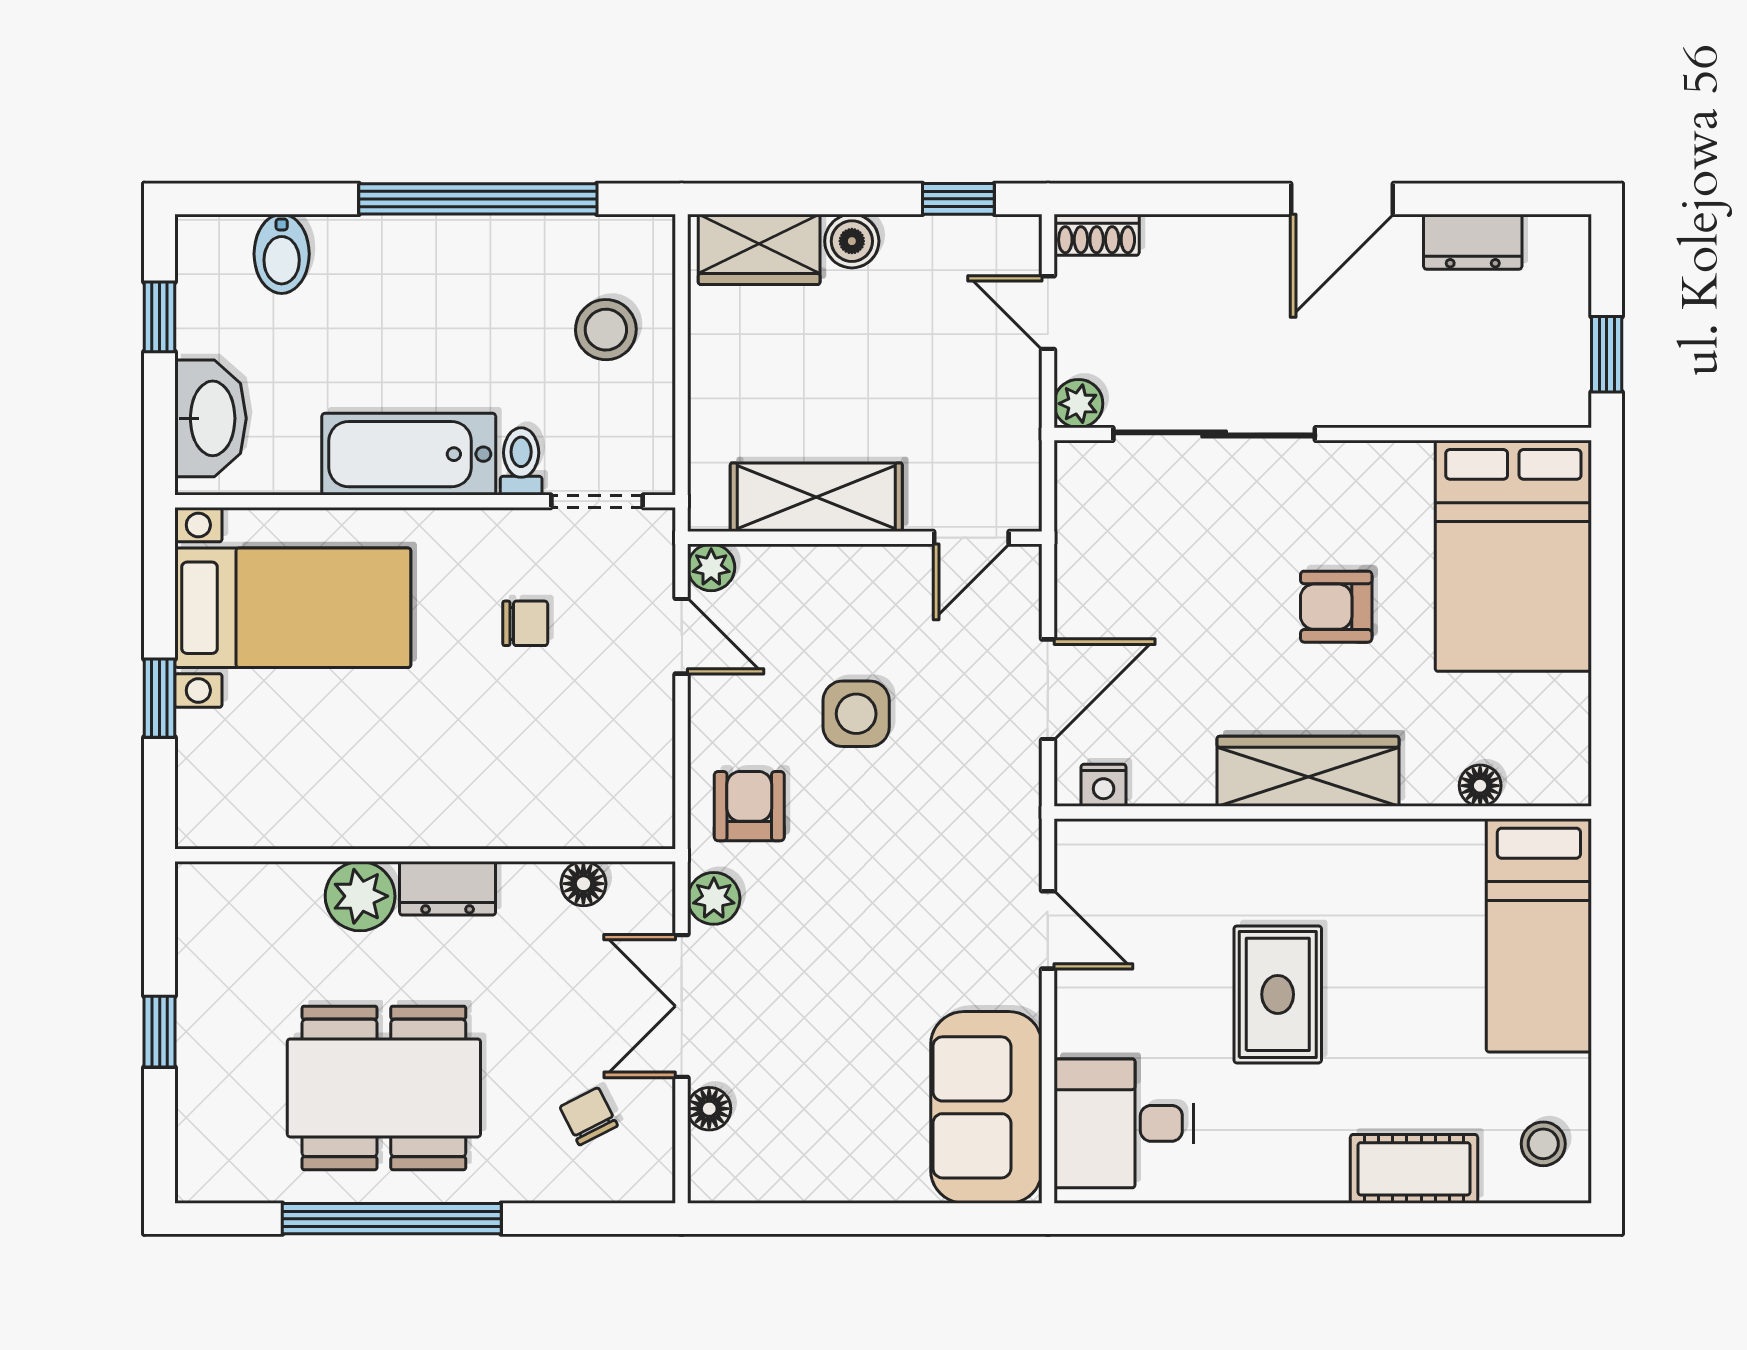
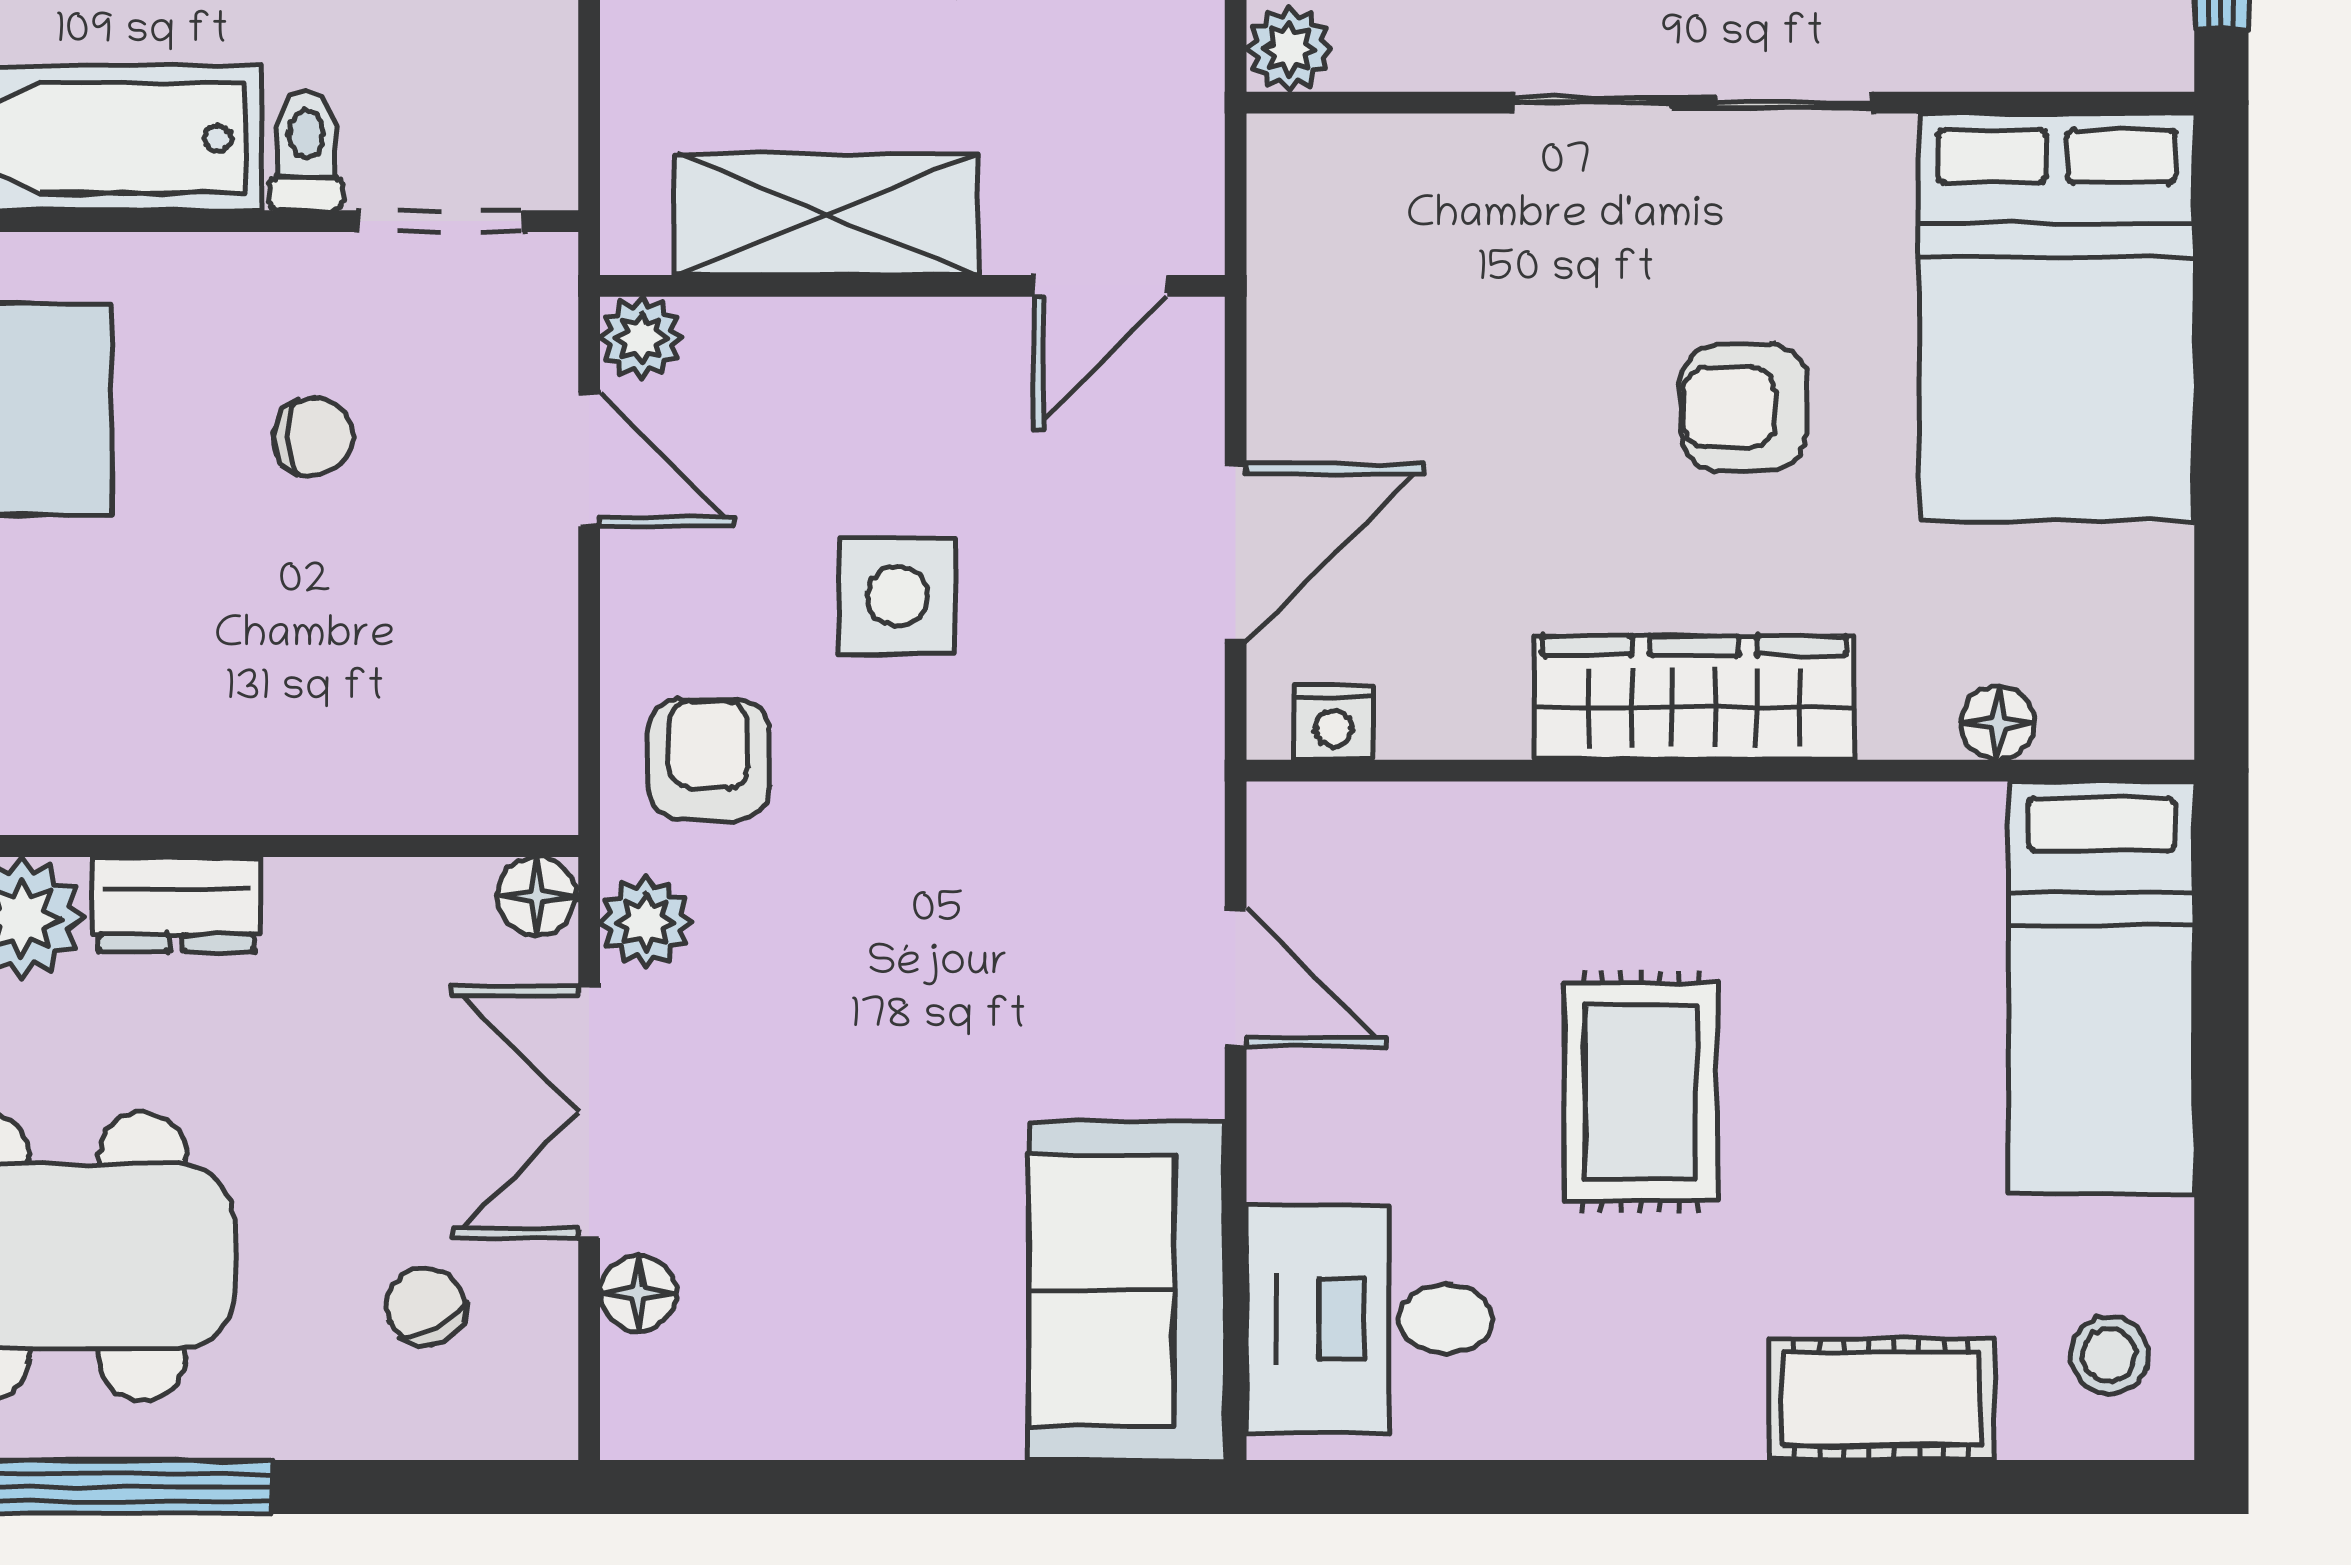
sliding door: (1214, 434) -> (1693, 103), moved
floor lamp: (583, 884) -> (536, 896), moved

